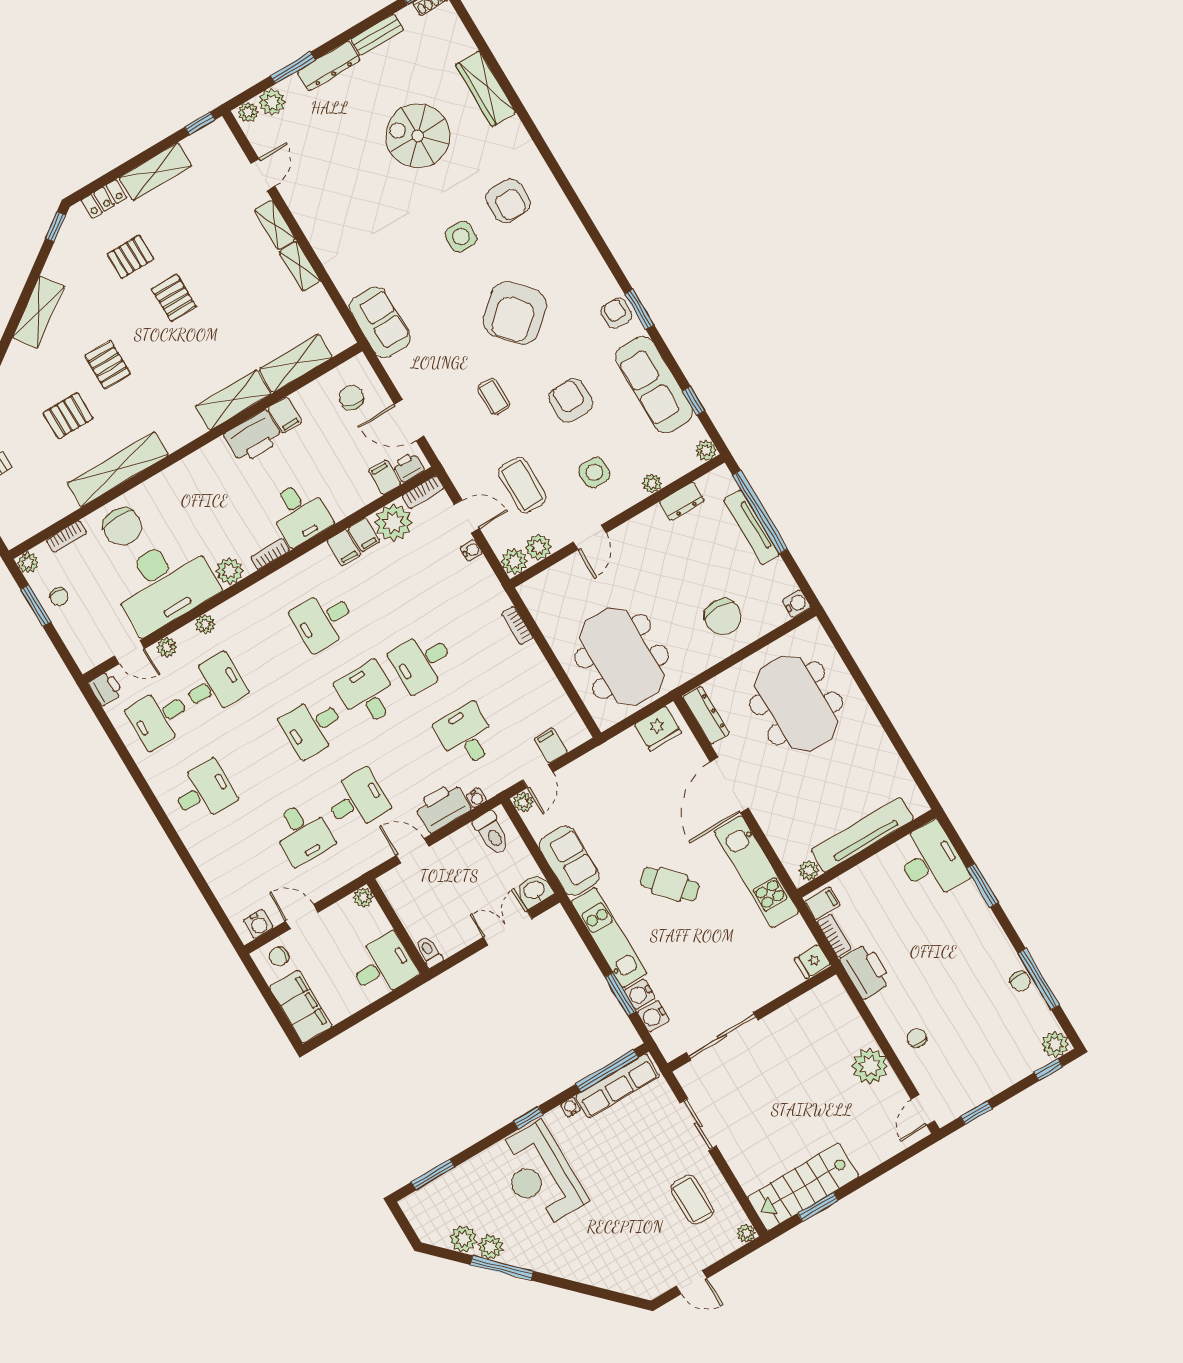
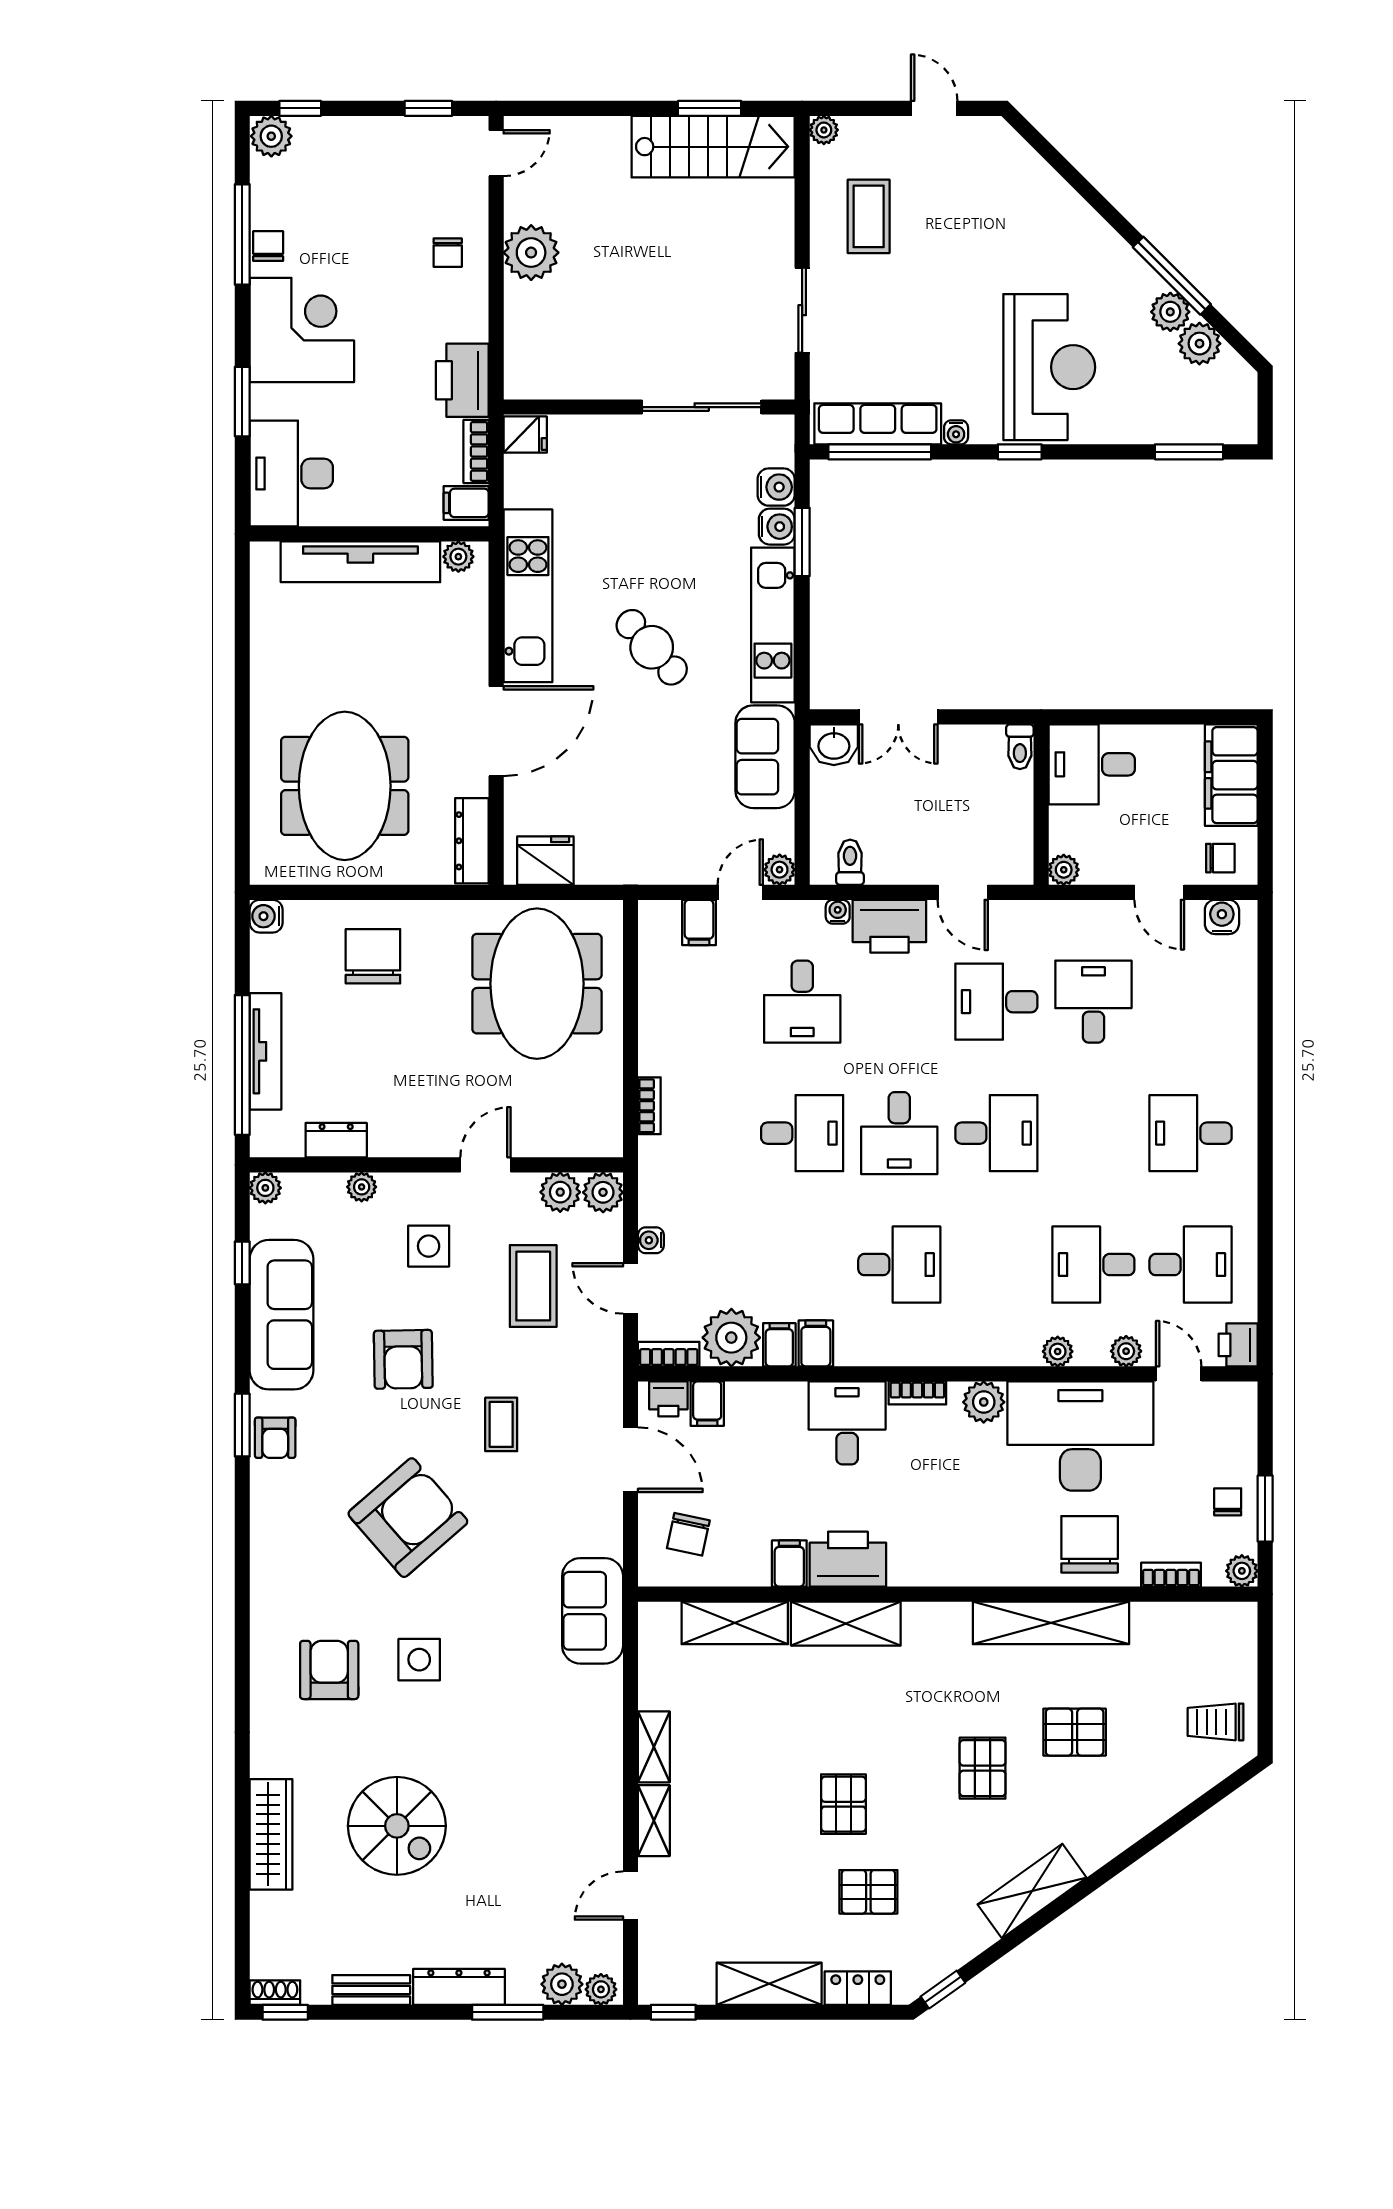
toilet: (492, 833) -> (850, 862), width x0.73, depth x0.72
corner desk: (973, 946) -> (302, 330), added

